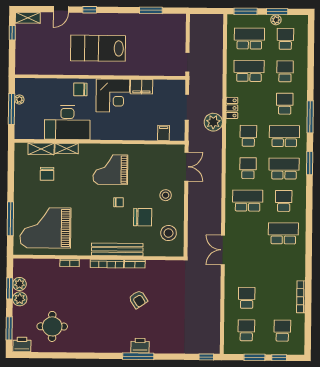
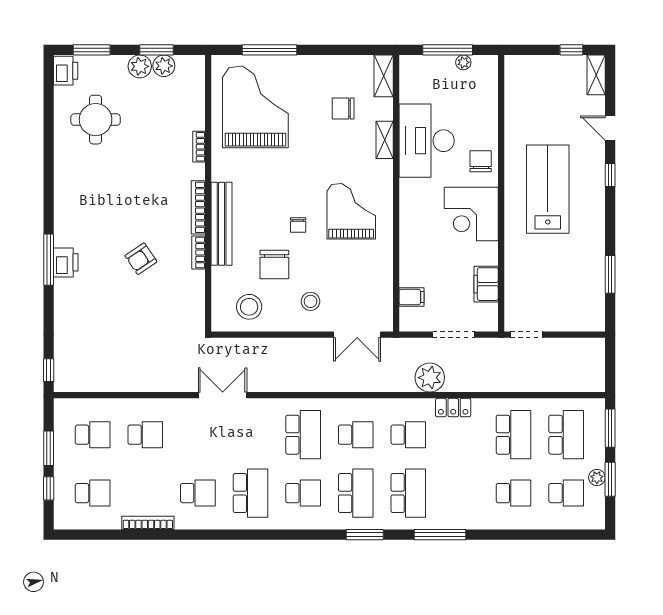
filing cabinet: (141, 87) -> (486, 284), moved
school desk: (285, 104) -> (198, 493), moved
shelving: (41, 149) -> (384, 76), moved

